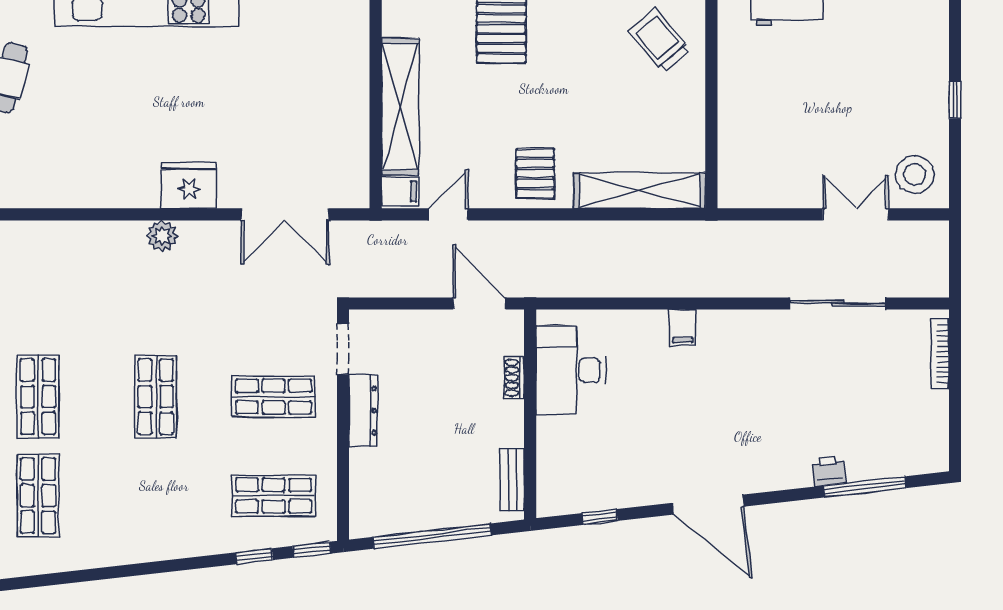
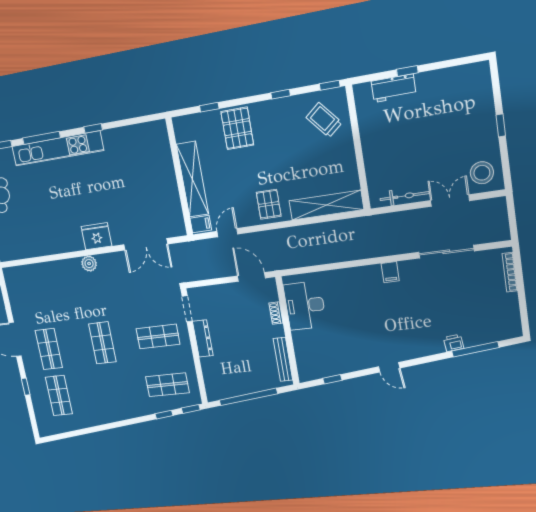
bicycle: (779, 195) -> (404, 196), added
filing cabinet: (683, 328) -> (390, 272), moved
bench: (512, 480) -> (283, 359), width x1.36
door: (708, 505) -> (389, 367), width x0.53

